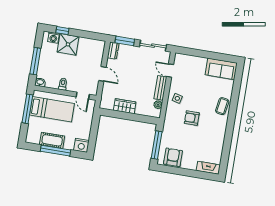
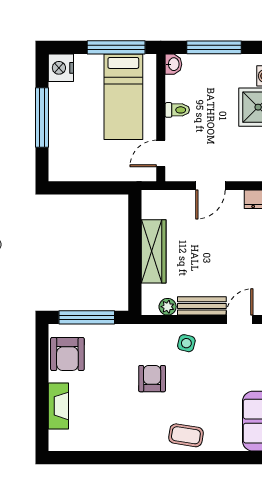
wardrobe: (125, 106) -> (154, 251), width x1.50
cot: (52, 140) -> (61, 107), removed
nightstand: (81, 145) -> (61, 68), moved
armchair: (173, 157) -> (67, 354), turned 90
fireplace: (208, 168) -> (58, 406), moved

